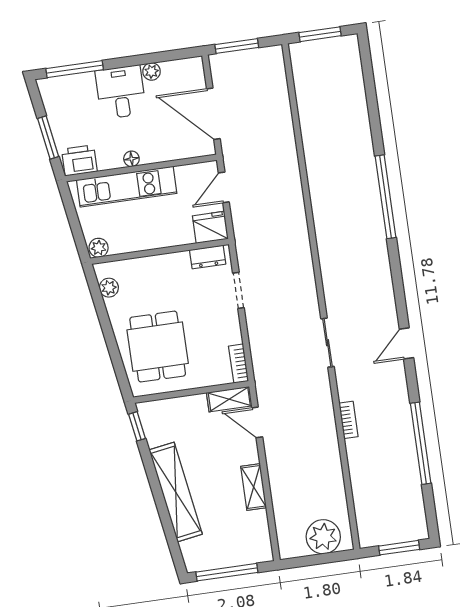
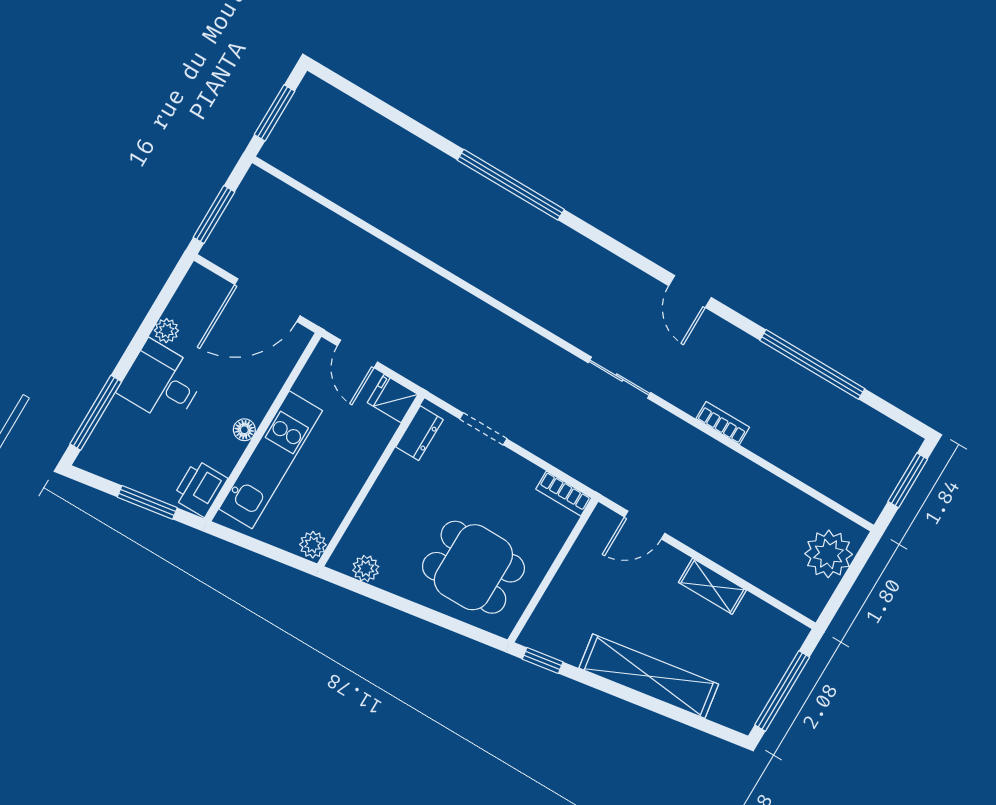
fridge: (210, 227) -> (393, 398), width x0.72
shelving: (229, 399) -> (594, 535), removed

